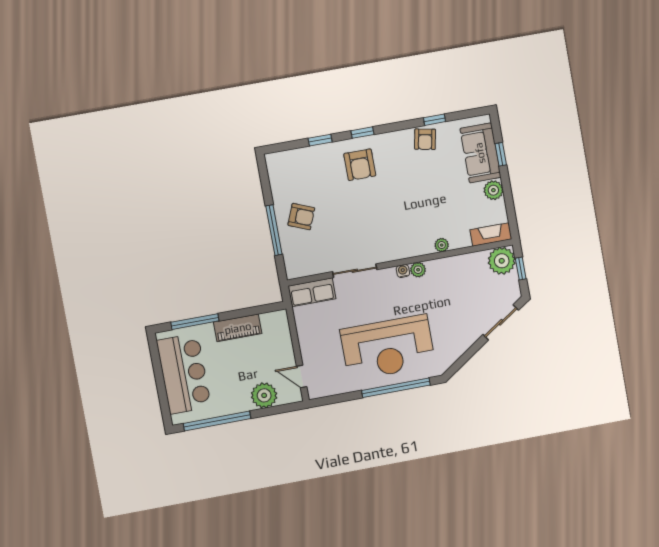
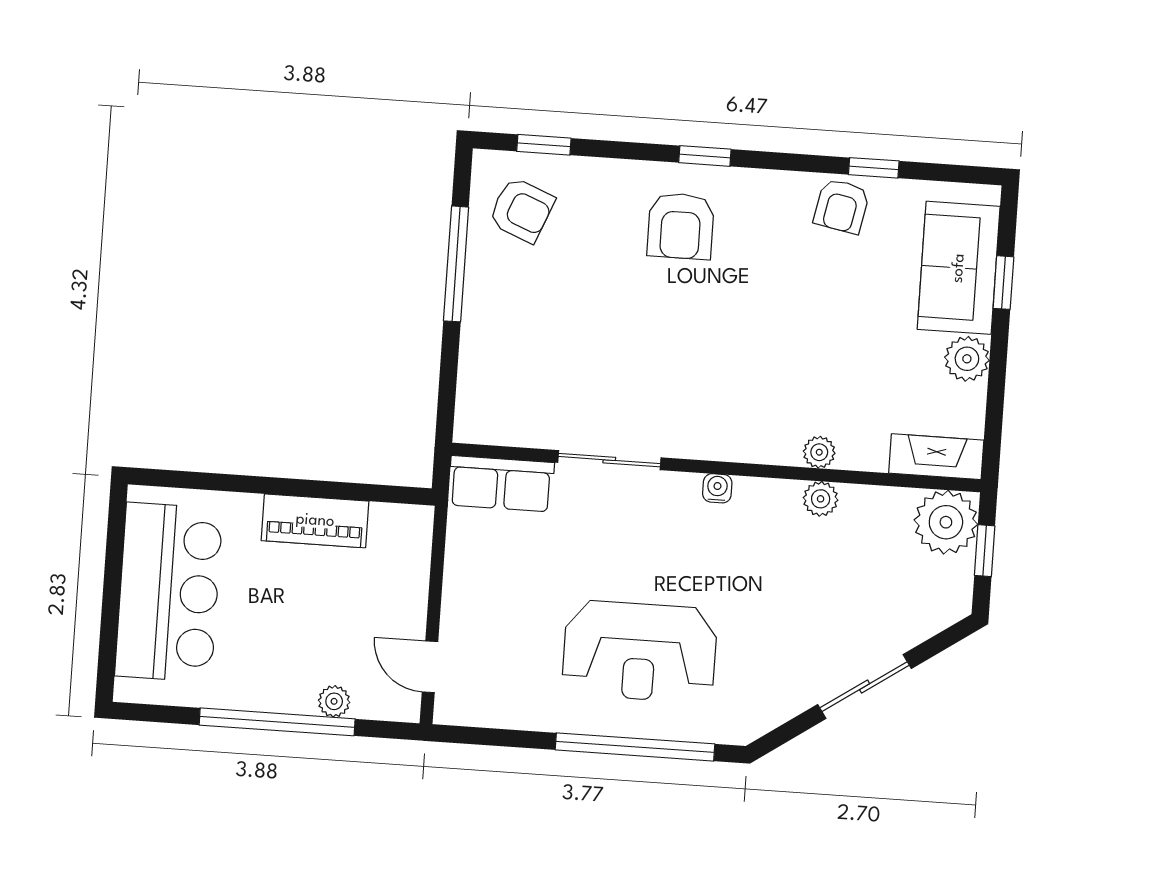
window: (320, 140) -> (544, 145), moved
armchair: (301, 217) -> (521, 210), moved
window: (274, 230) -> (456, 264), moved
plant: (418, 270) -> (821, 499), moved
window: (195, 322) -> (224, 482), removed
sliding door: (501, 322) -> (865, 687), moved
reception desk: (388, 347) -> (640, 651), width x0.74, depth x0.77
plant: (264, 395) -> (334, 701), width x0.53, depth x0.53
window: (217, 421) -> (277, 722), moved

